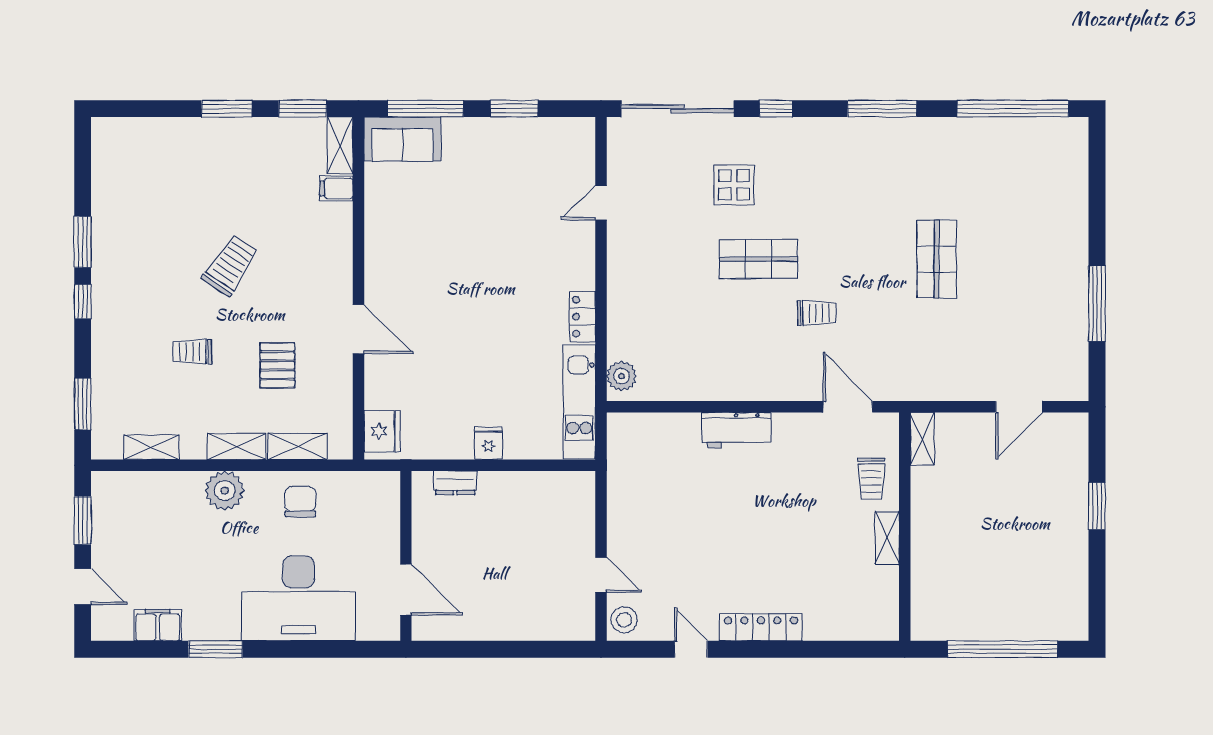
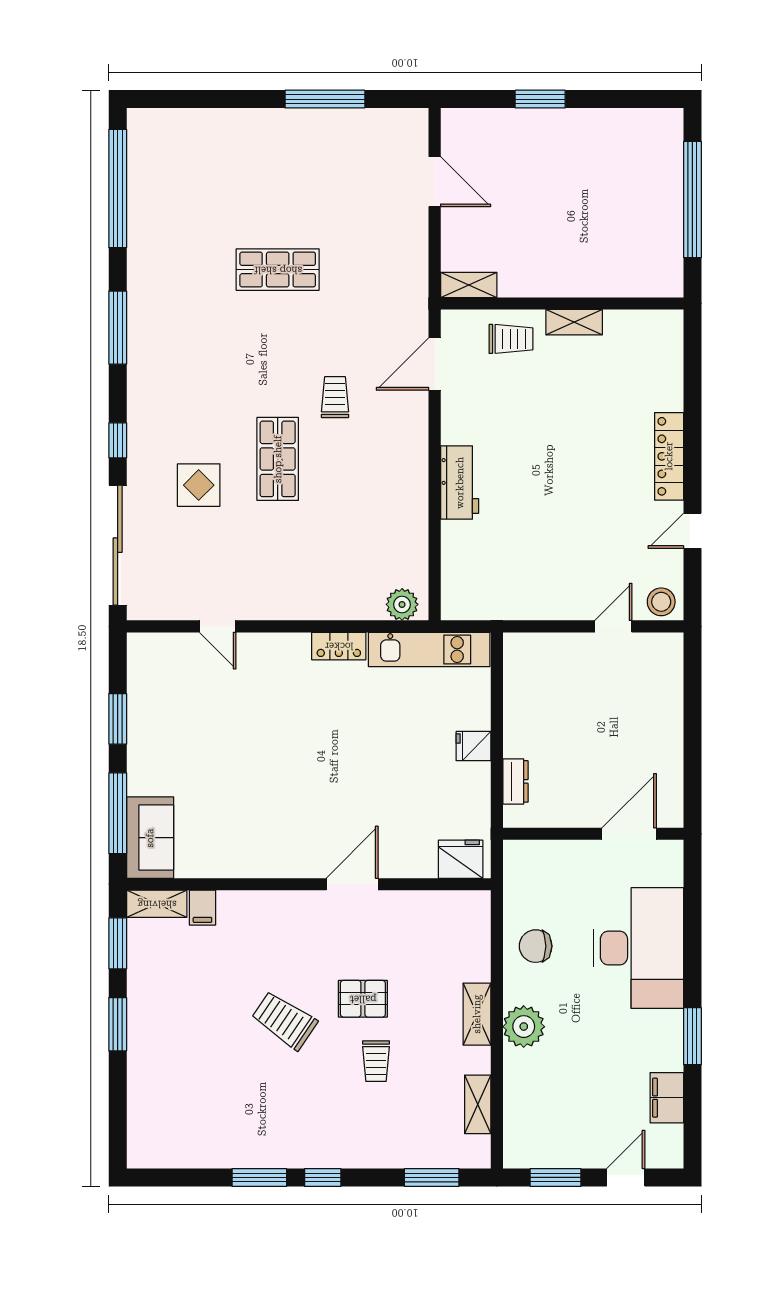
pallet: (277, 365) -> (363, 999), moved
shelving: (297, 446) -> (477, 949), removed

